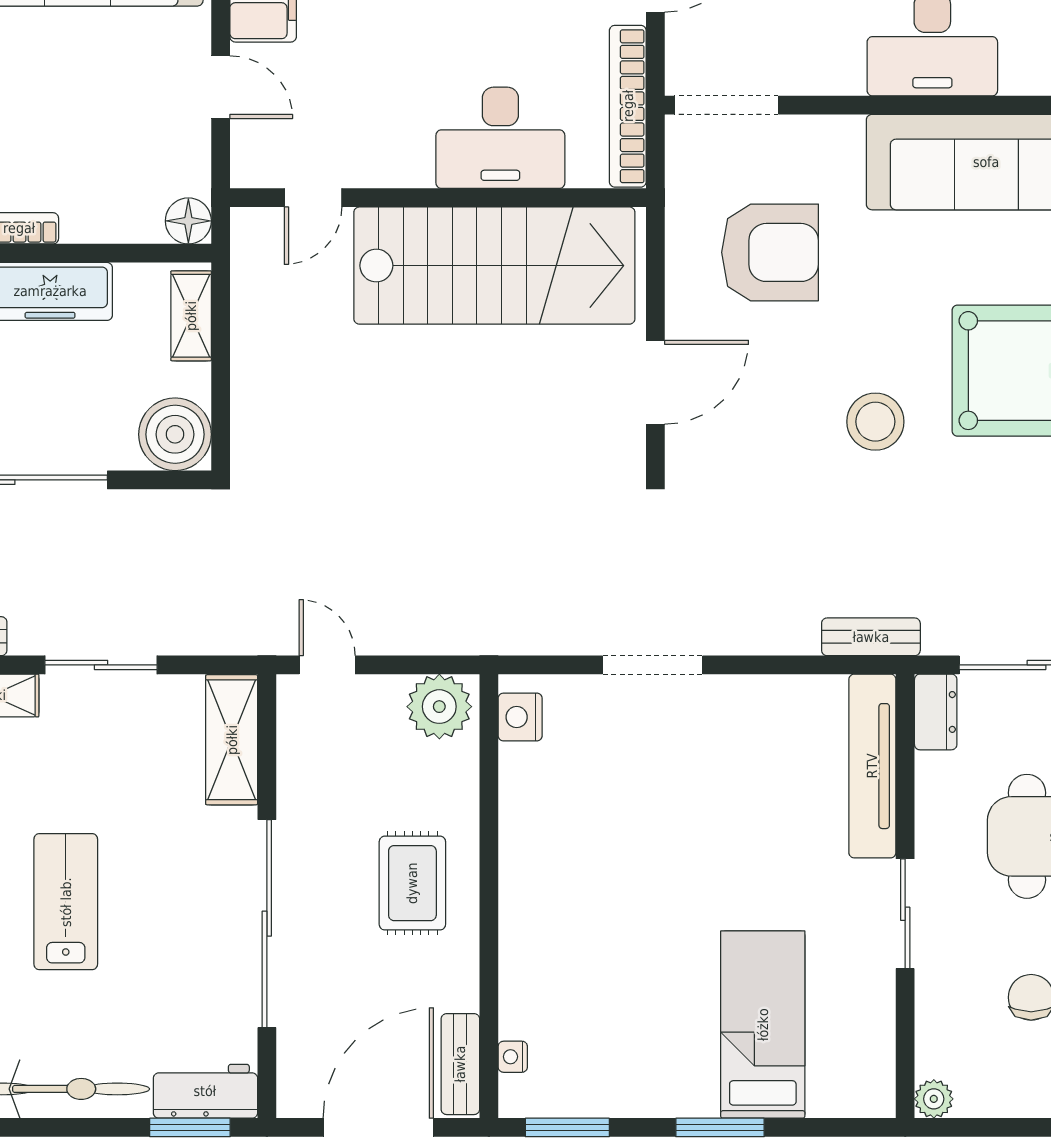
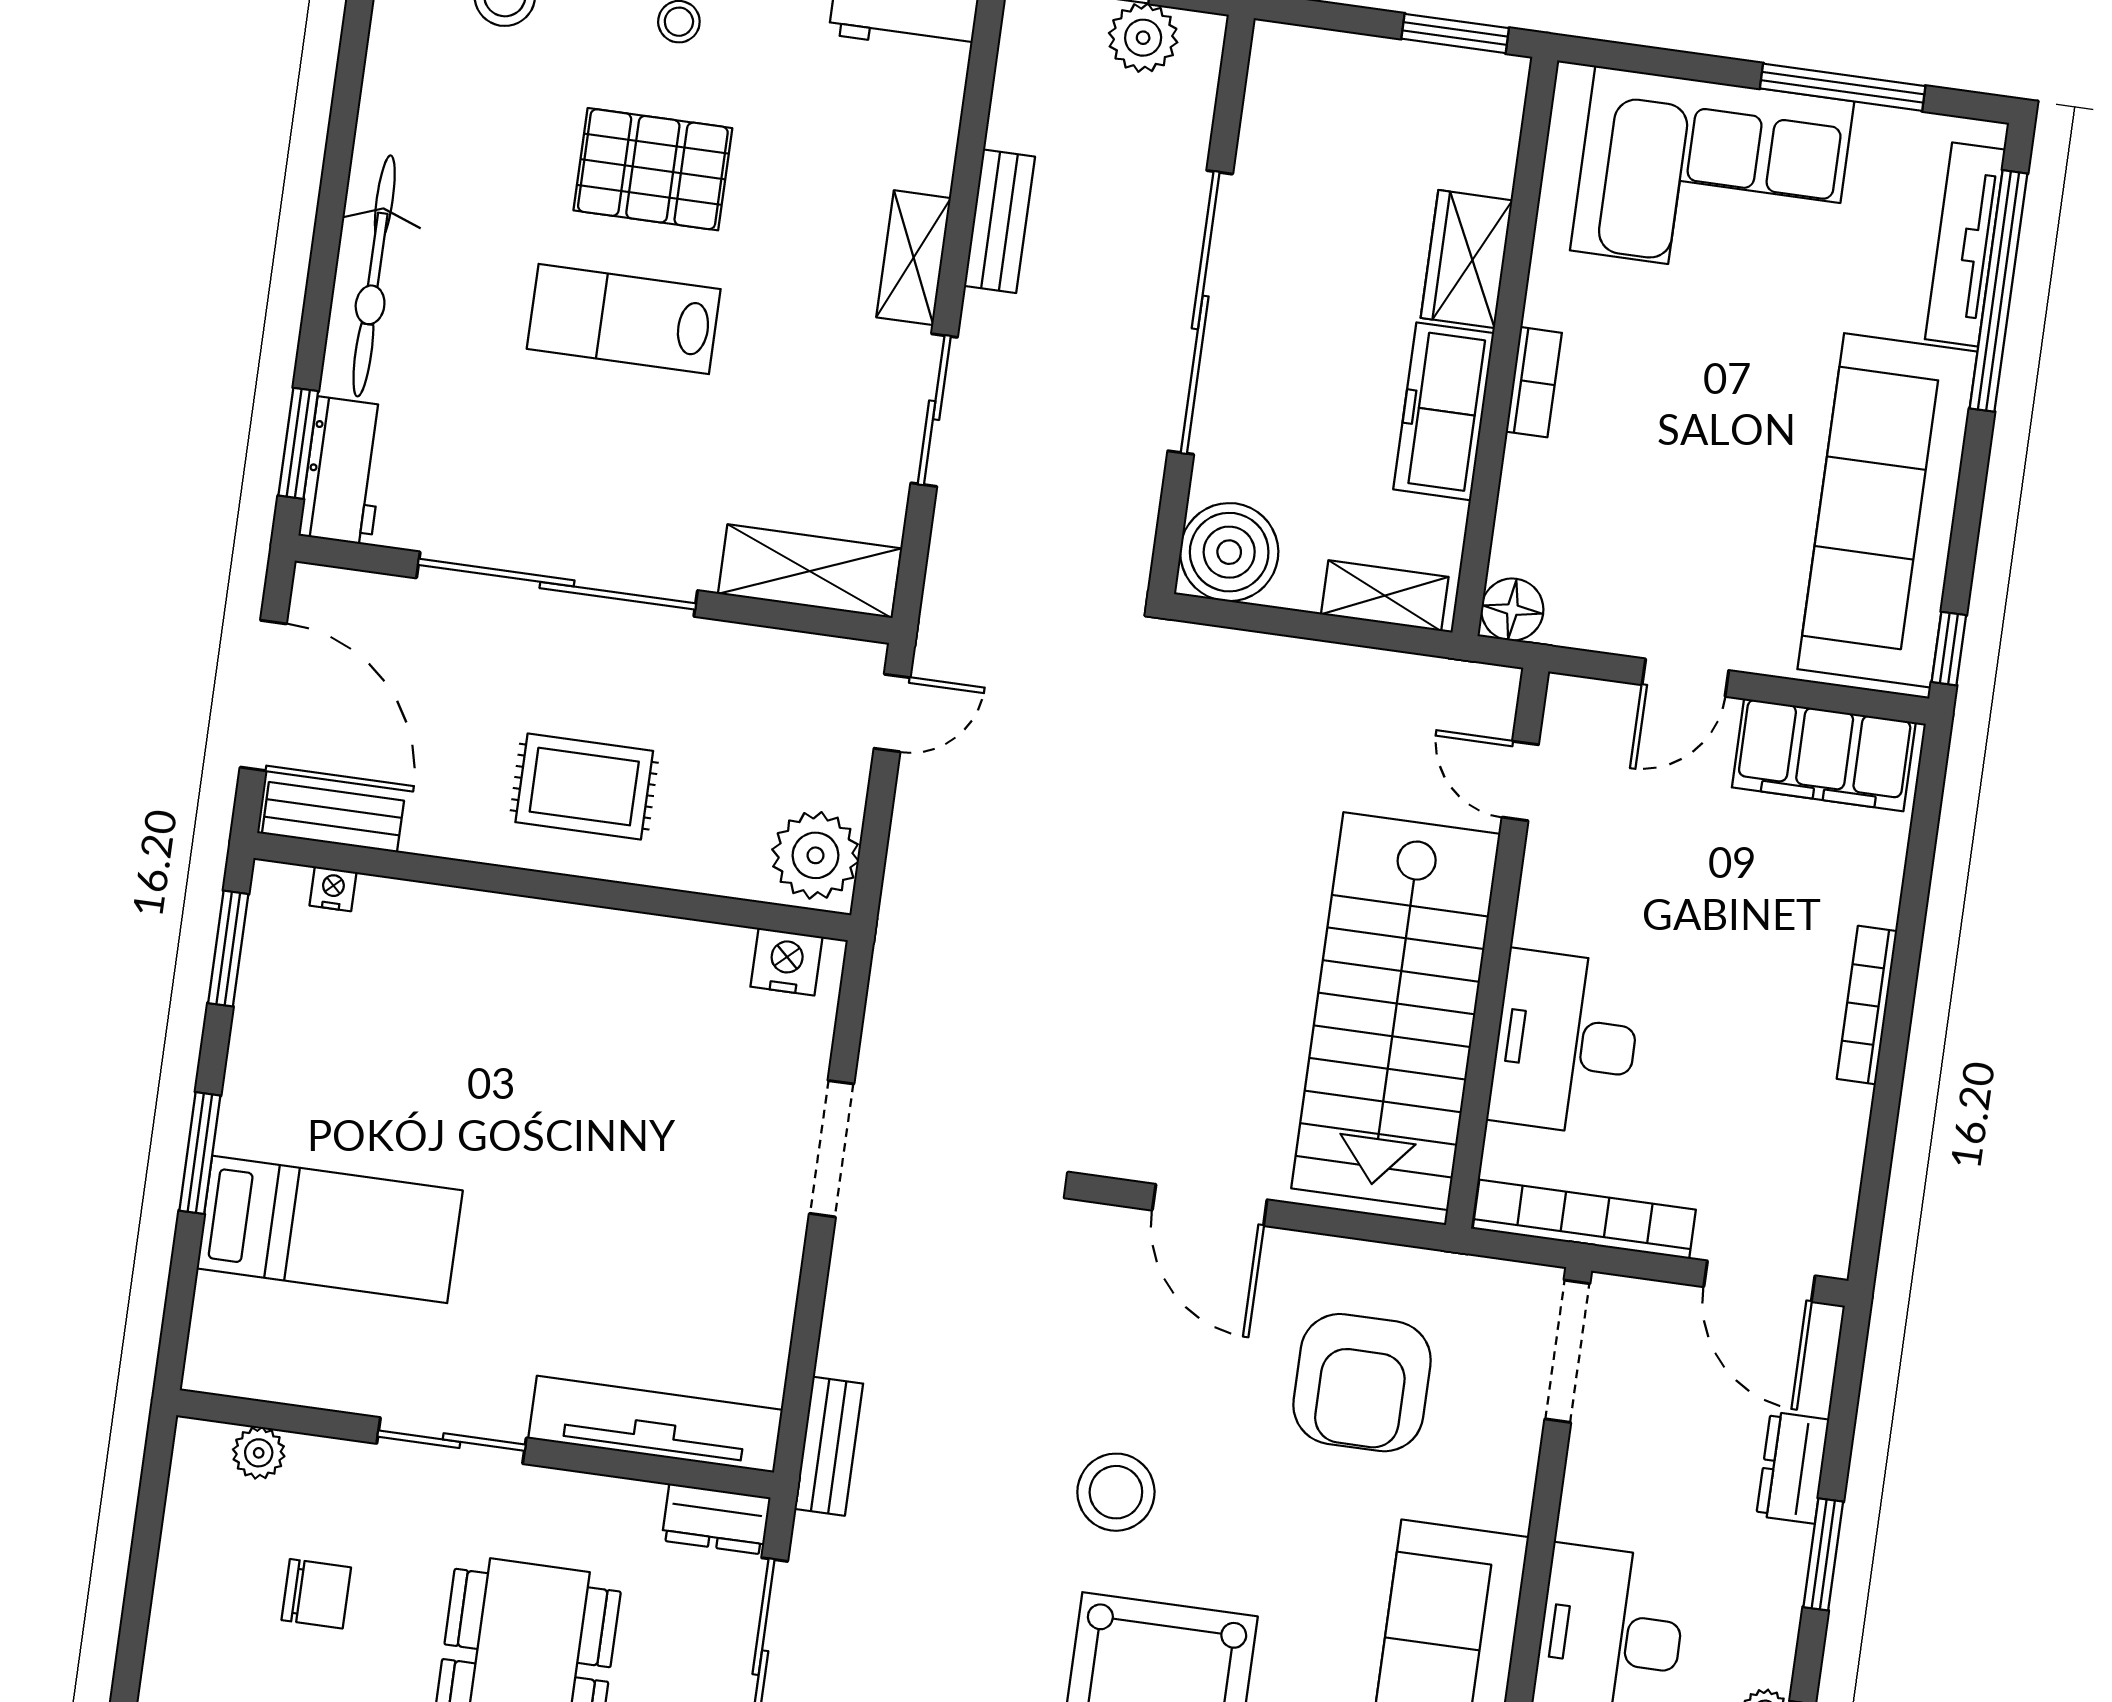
lab bench: (66, 902) -> (624, 319), turned 180
plant: (934, 1099) -> (259, 1453), moved

